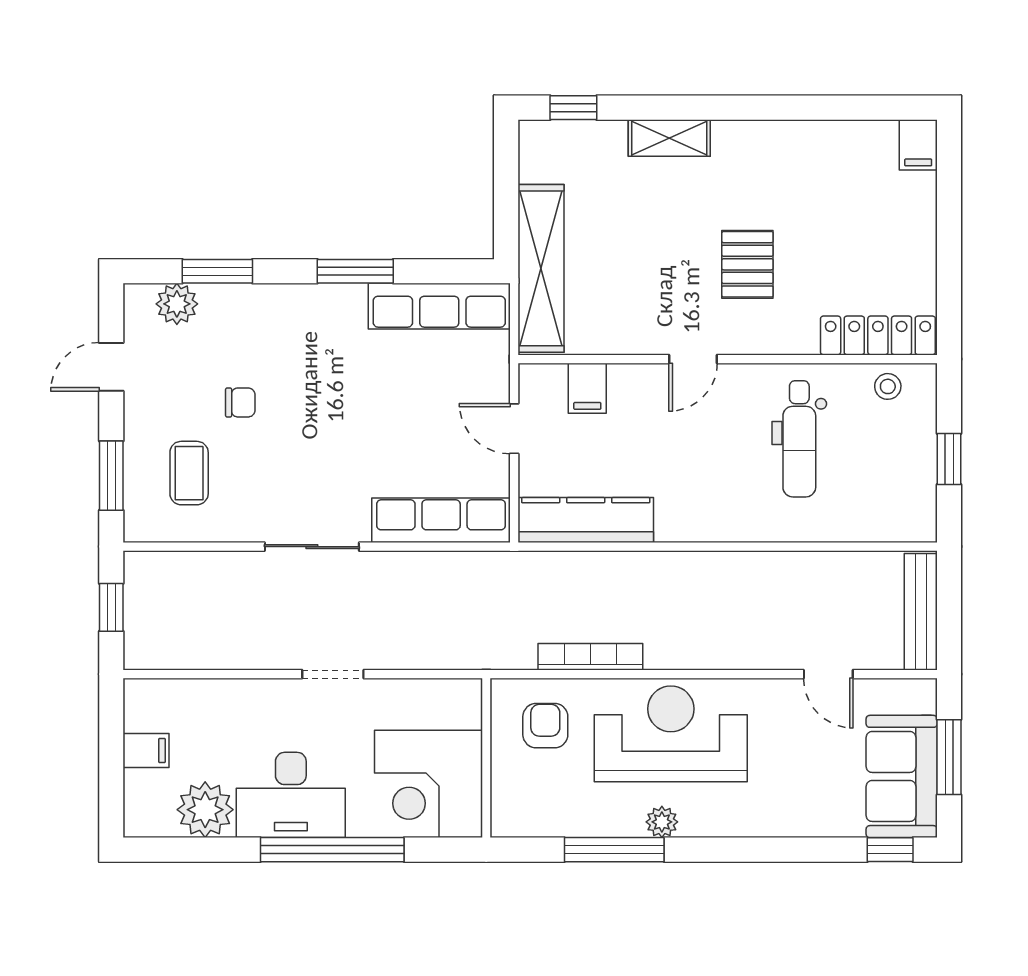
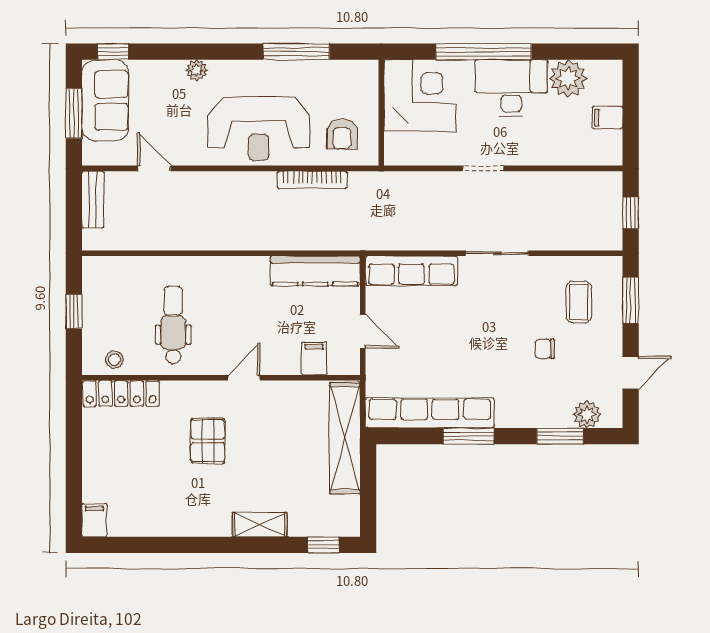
row of seats: (439, 306) -> (430, 413), width x1.36
bench: (921, 612) -> (93, 199), width x0.73
plant: (662, 822) -> (197, 70), moved

